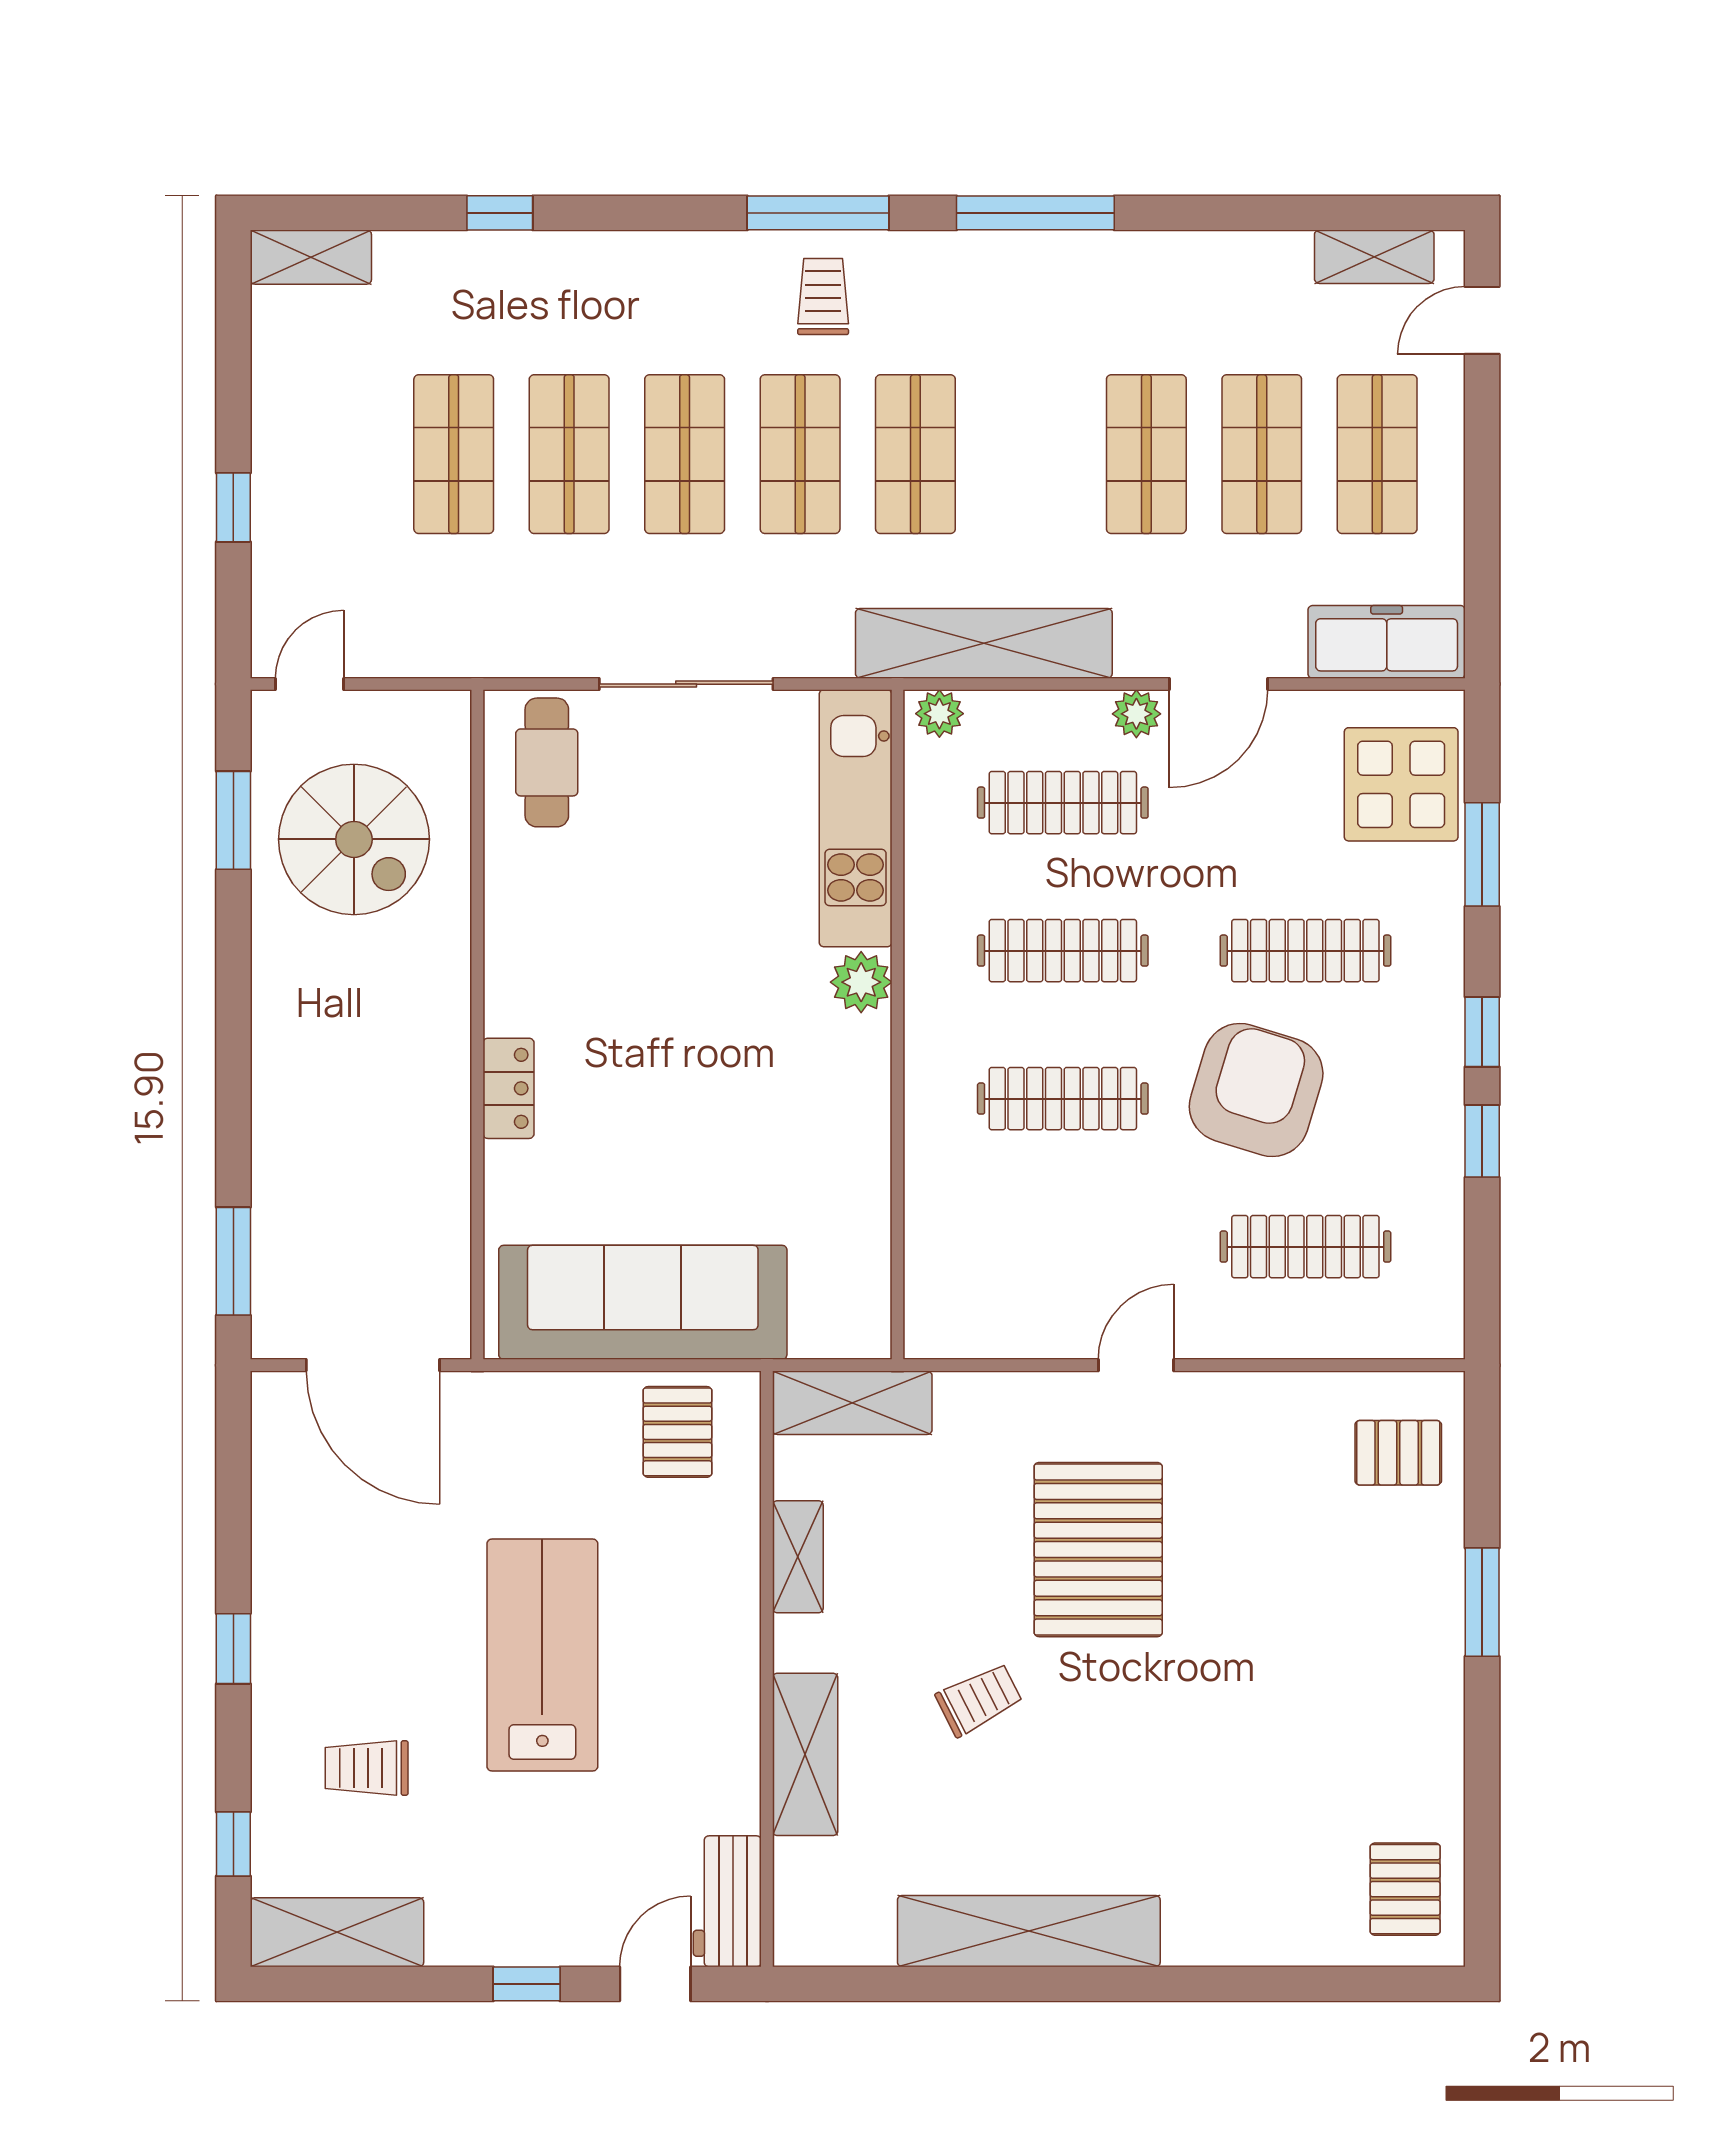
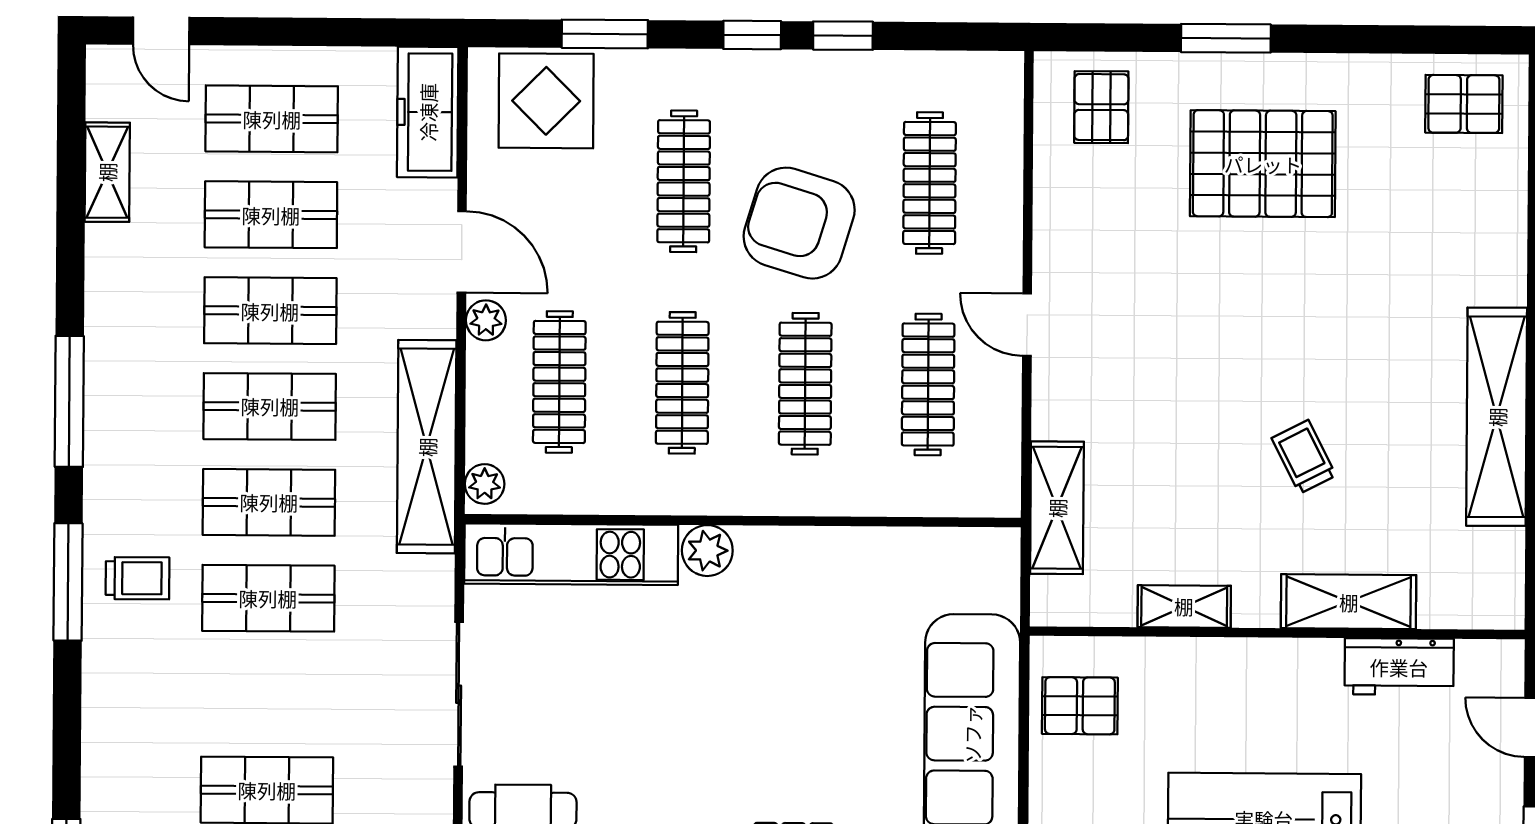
shelving: (1374, 257) -> (107, 172), moved
trolley: (823, 296) -> (137, 578), turned 180
shop shelf: (685, 454) -> (270, 406), moved
clothes rail: (1063, 1247) -> (928, 385), added
shelving: (852, 1403) -> (1057, 508), moved
pallet: (1098, 1550) -> (1263, 164), moved
workbench: (727, 1901) -> (1399, 667), moved

